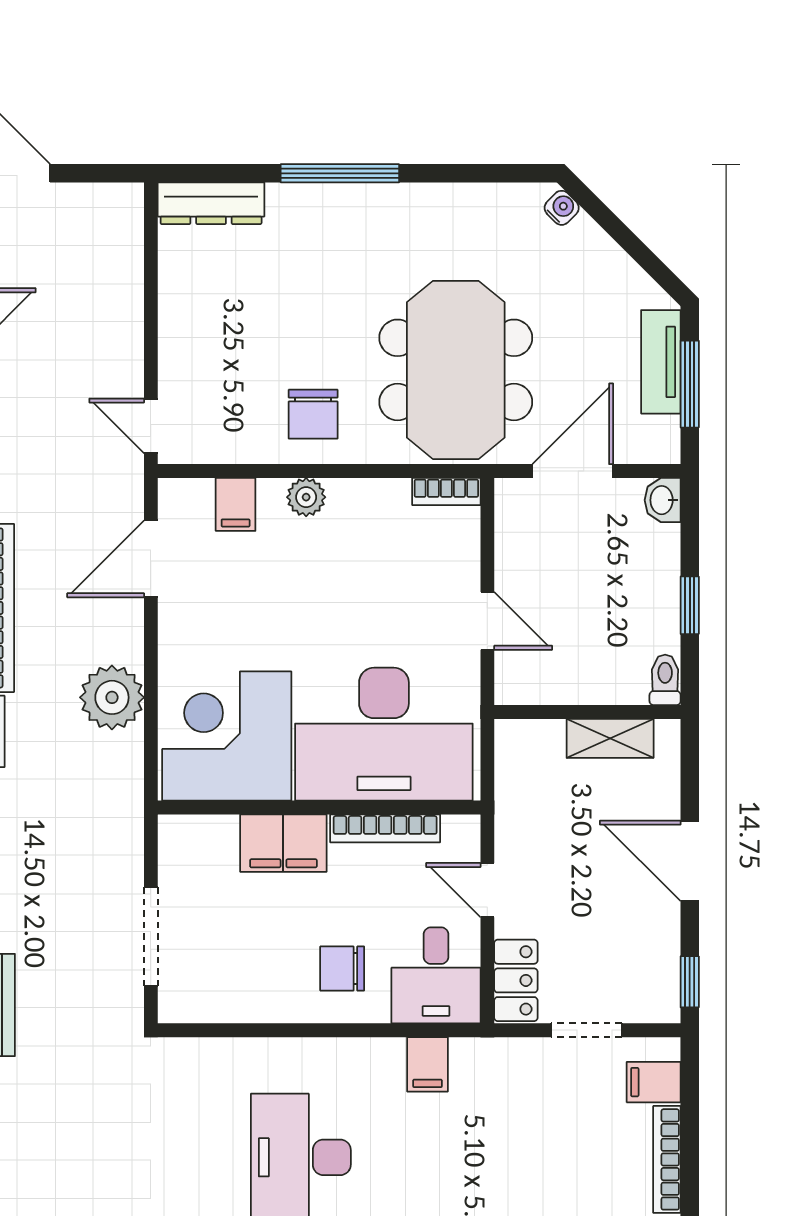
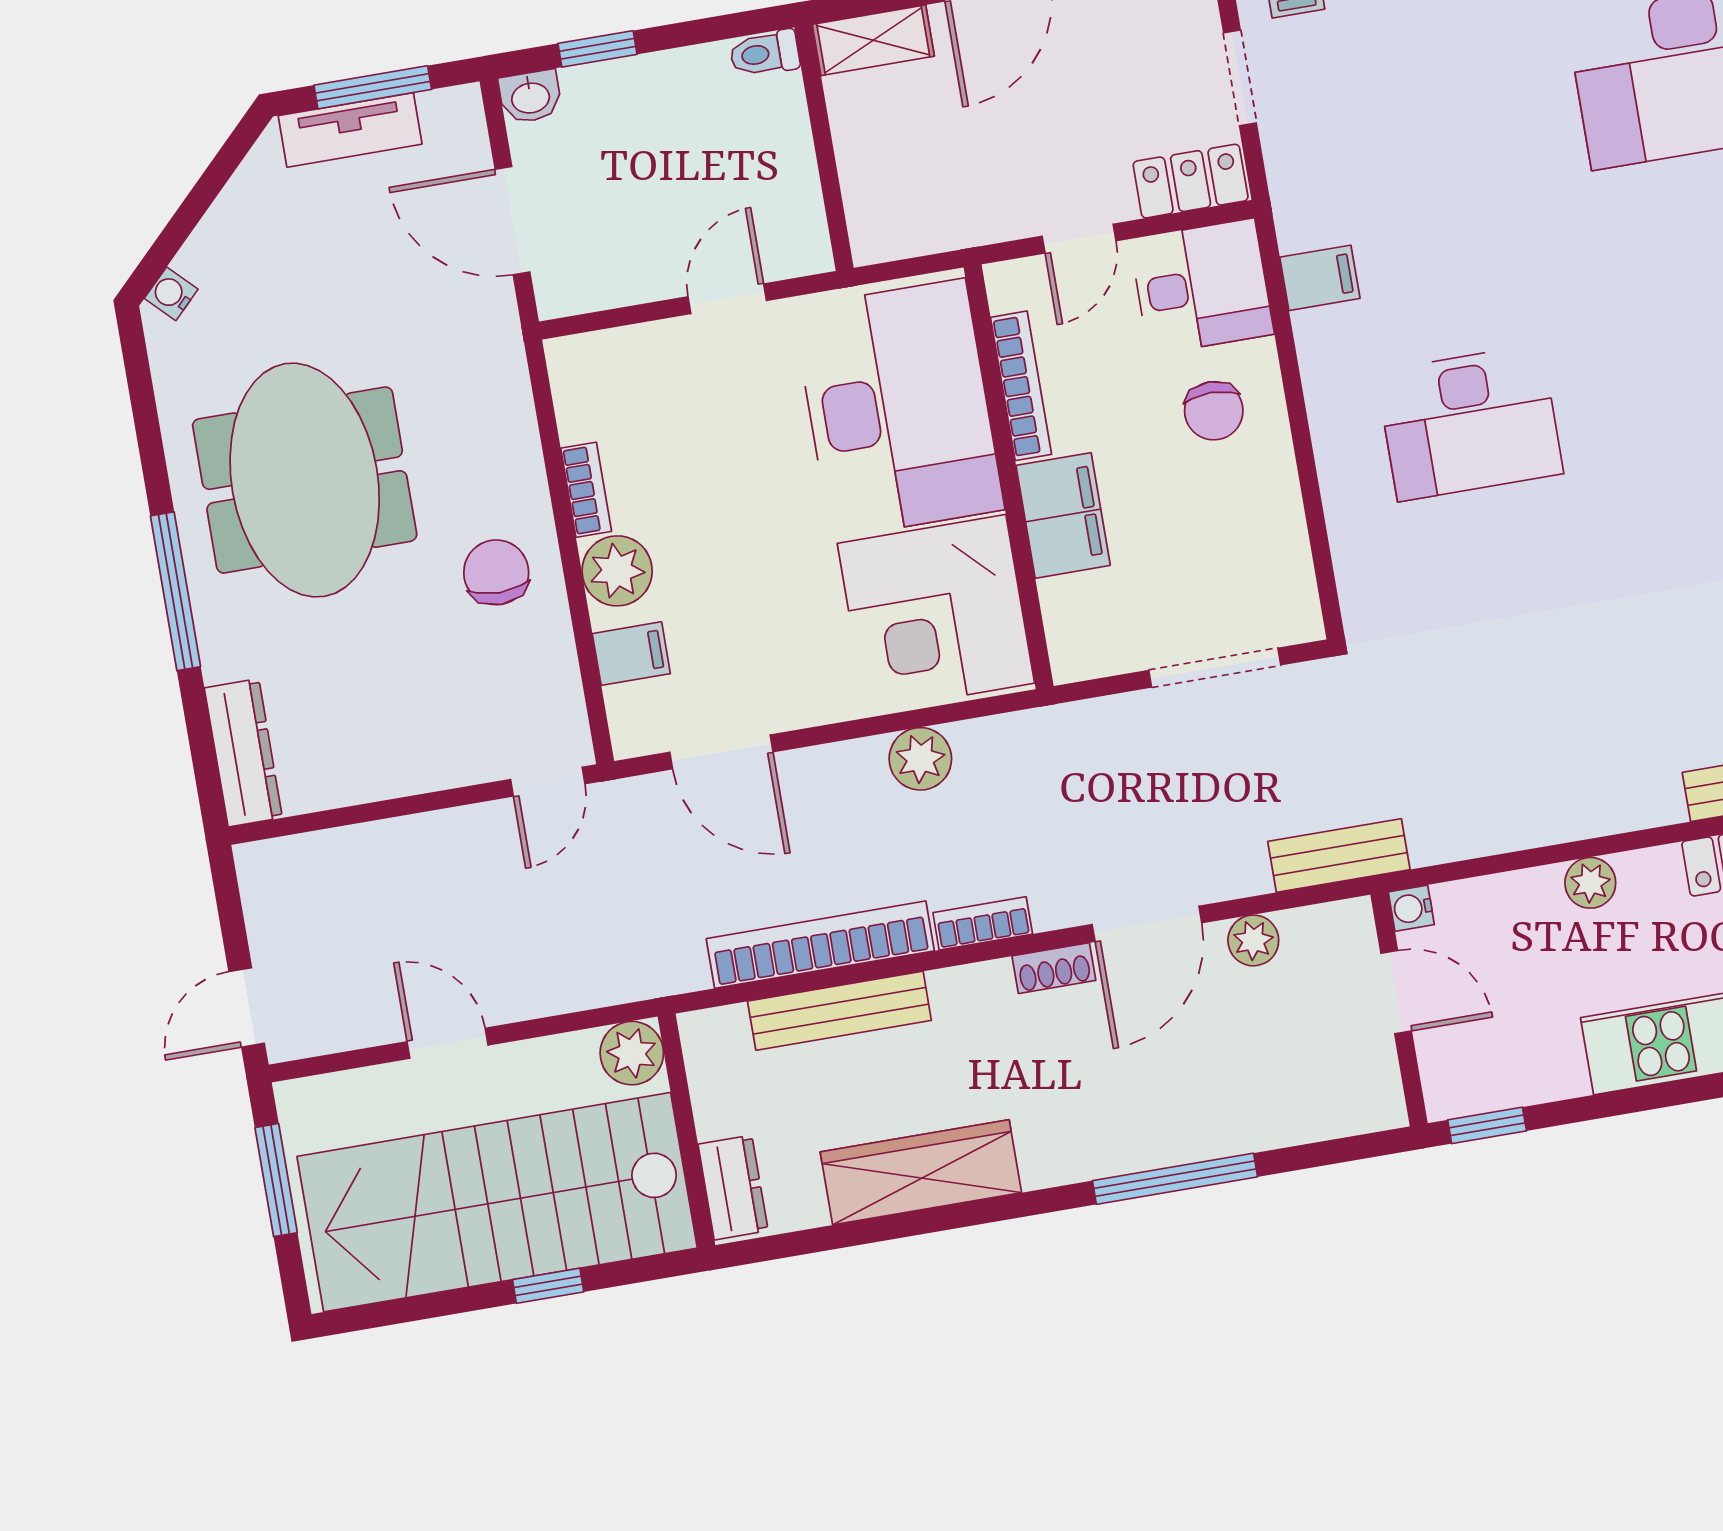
meeting table: (456, 370) -> (305, 480), moved, turned 90
chair: (313, 414) -> (496, 572), turned -90
bookcase: (446, 492) -> (586, 490), moved
plant: (306, 497) -> (617, 571), width x1.38, depth x1.38
window: (690, 605) -> (597, 49), moved
plant: (112, 697) -> (920, 759), width x0.73, depth x0.73
shelving: (610, 738) -> (873, 40), moved, turned 90

